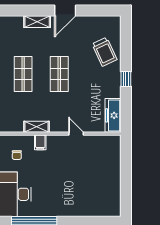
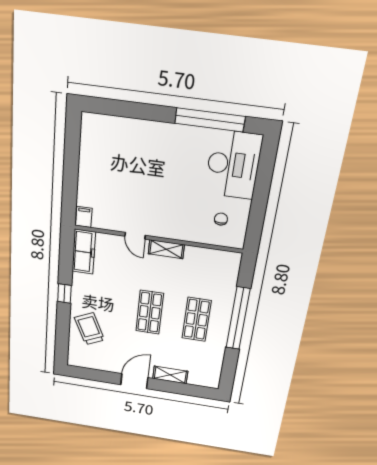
shelving: (36, 127) -> (166, 249), moved
filing cabinet: (40, 142) -> (84, 217), moved

